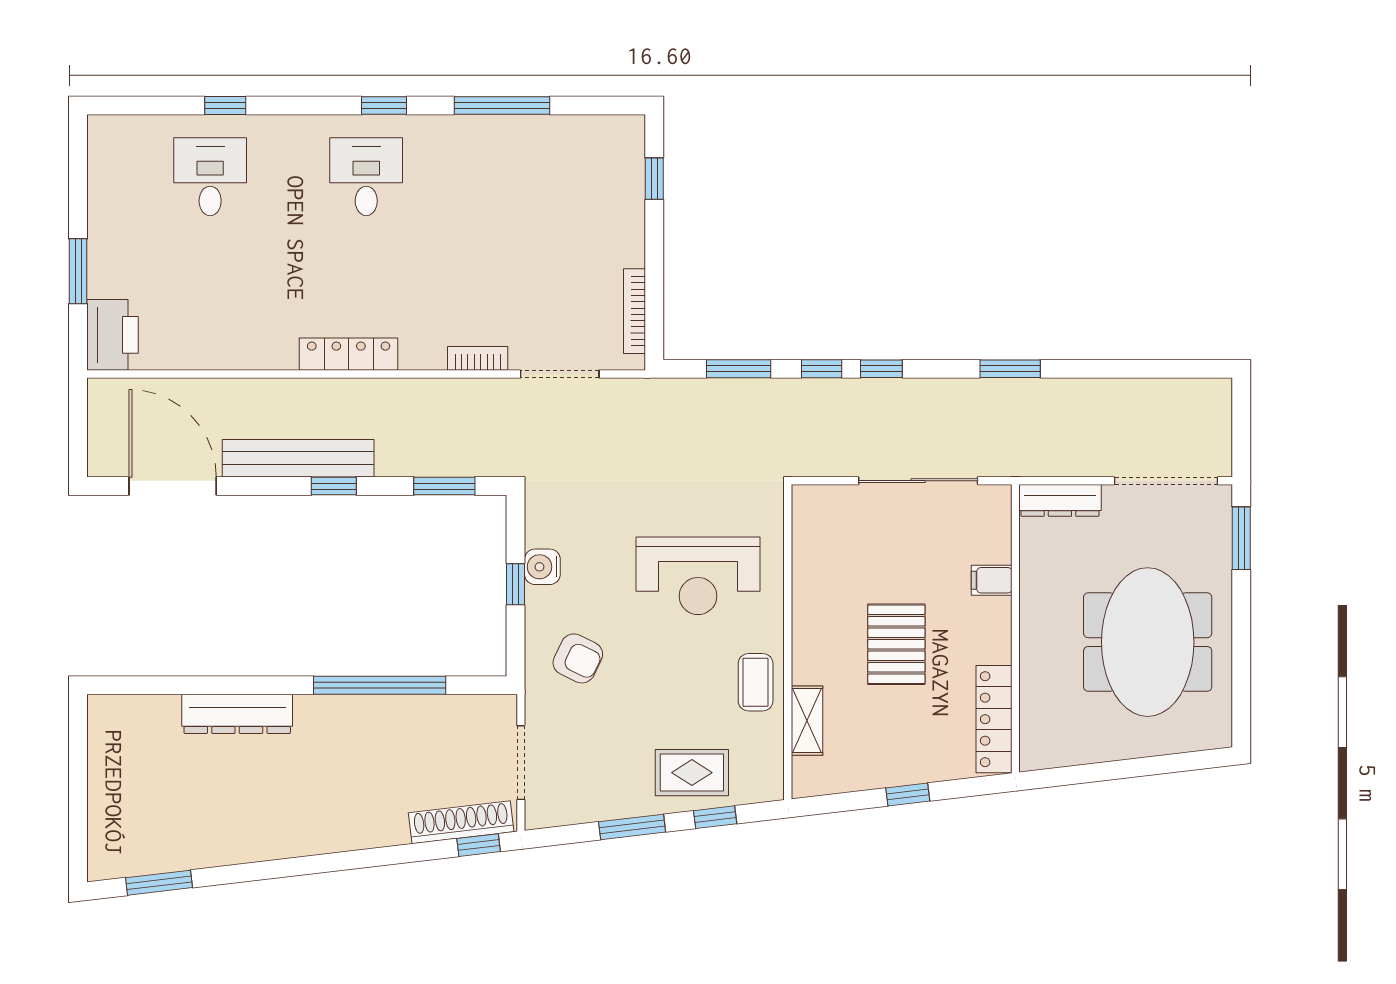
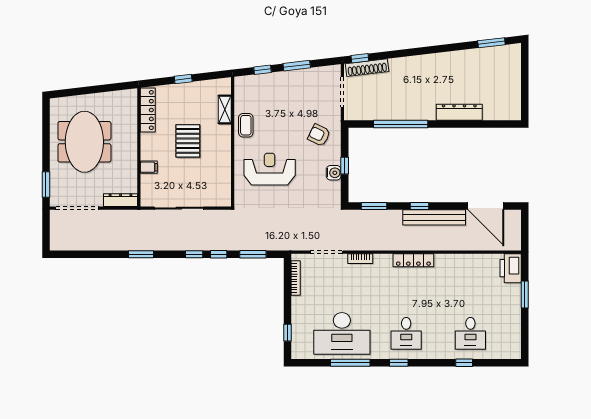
desk: (522, 177) -> (342, 333), added
rug: (692, 773) -> (272, 88), removed

